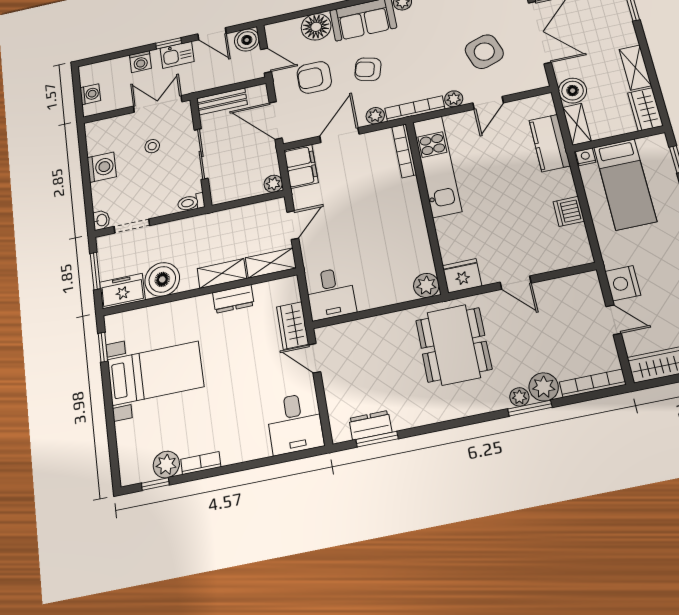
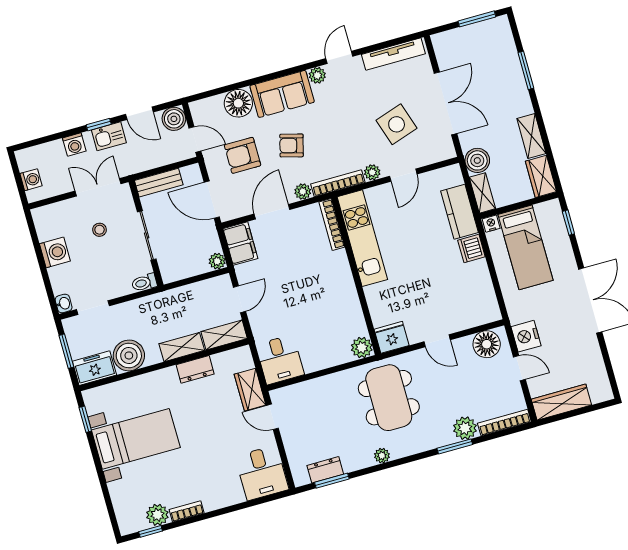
dishwasher: (569, 211) -> (471, 249), moved
floor lamp: (575, 290) -> (487, 344), added
plant: (519, 397) -> (382, 456), moved

